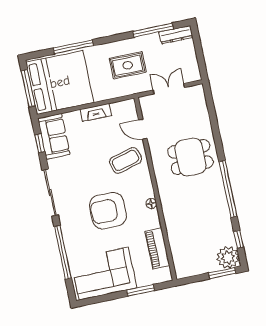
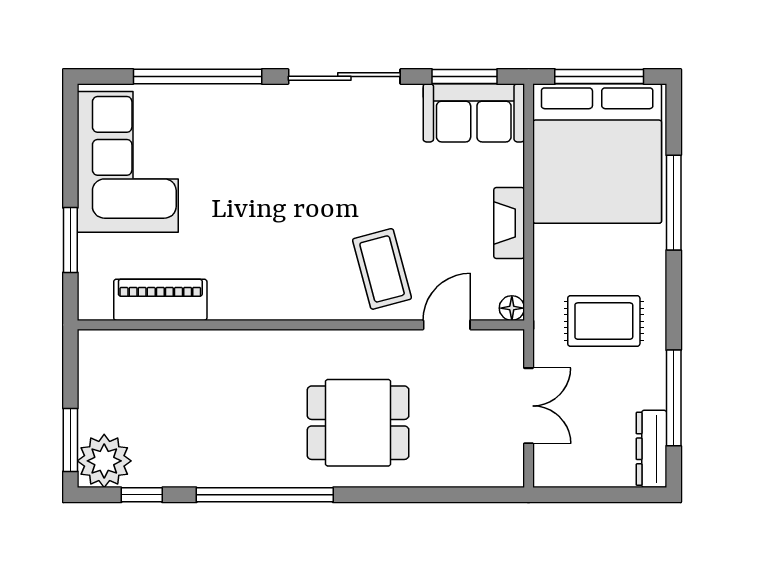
rug: (128, 65) -> (604, 321), turned 90
window: (40, 143) -> (465, 76), width x1.50
dining table: (190, 157) -> (358, 423), turned 90
floor lamp: (151, 203) -> (512, 308), moved
armchair: (108, 211) -> (273, 203), removed

